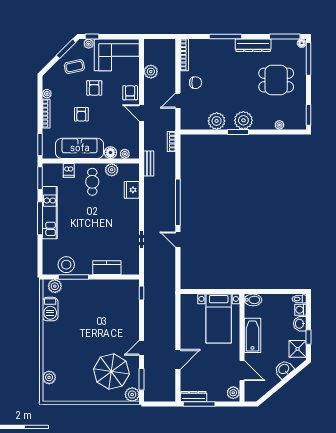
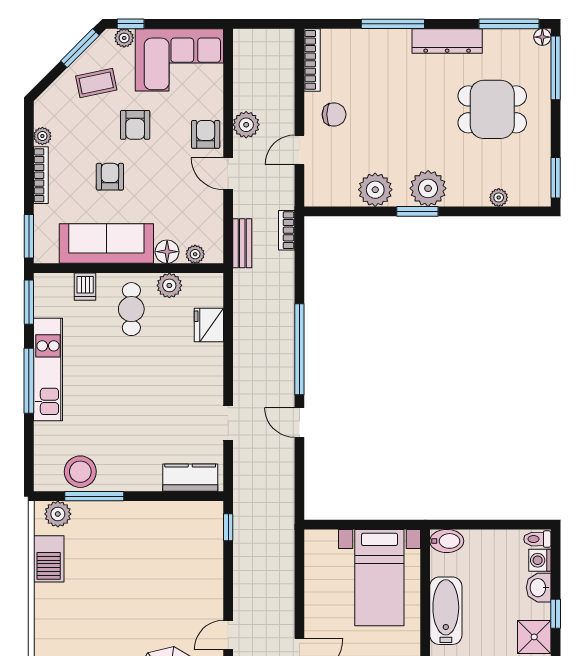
plant: (151, 72) -> (246, 125), moved
armchair: (81, 114) -> (110, 177), turned 180
bench: (149, 163) -> (242, 243), moved
kitchen counter: (107, 268) -> (190, 478), moved

